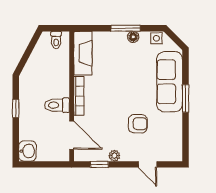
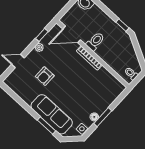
fireplace: (83, 53) -> (110, 81), removed
window: (186, 98) -> (46, 125), moved
window: (16, 109) -> (122, 25), moved

